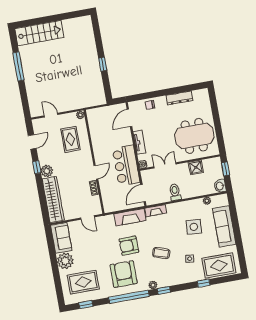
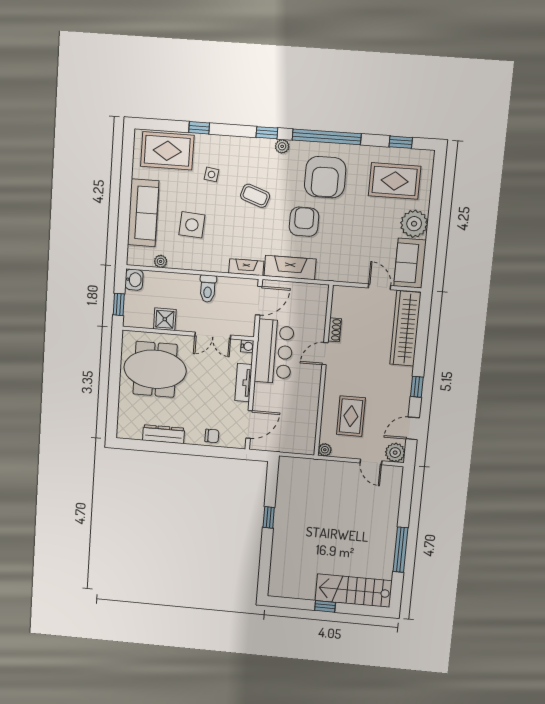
window: (54, 18) -> (325, 606), added
plant: (47, 171) -> (395, 453), moved
door: (87, 217) -> (380, 287), moved
armchair: (129, 246) -> (304, 222), turned -89

